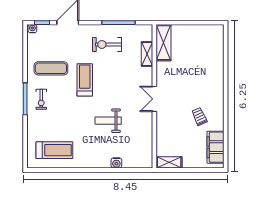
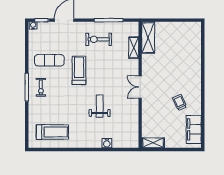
weight bench: (108, 121) -> (100, 106), turned 90

